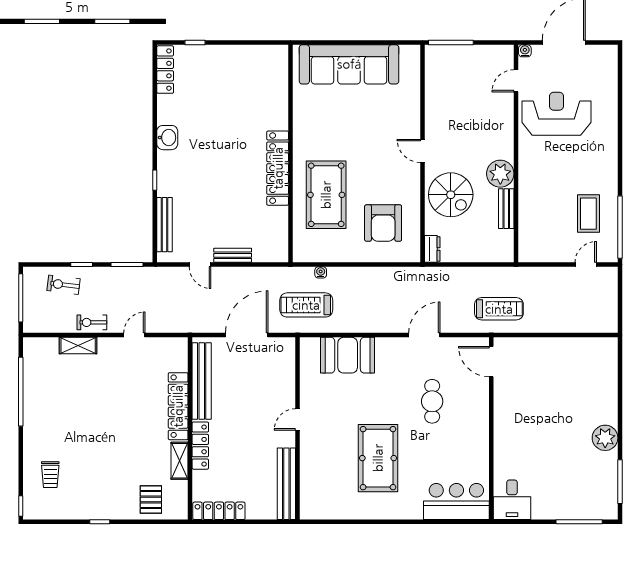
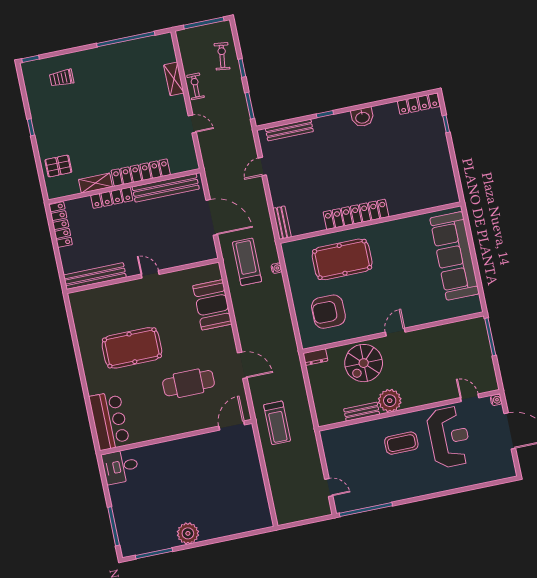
coffee table: (588, 214) -> (401, 443), moved
bench: (233, 255) -> (282, 223), moved
cafe table: (432, 401) -> (189, 383), width x1.37, depth x1.35

